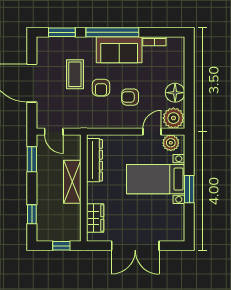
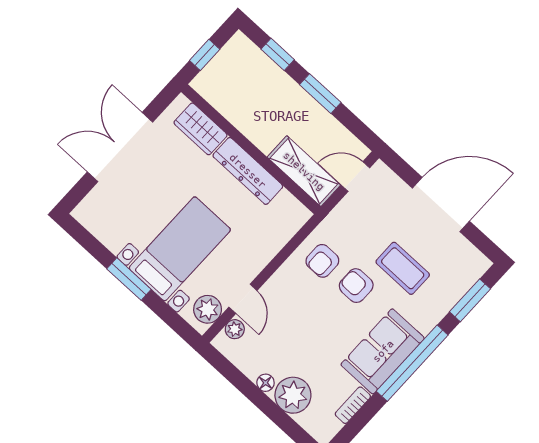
plant: (174, 71) -> (293, 395), added
floor lamp: (175, 93) -> (266, 383), width x0.53, depth x0.53
armchair: (130, 97) -> (322, 261), moved, turned 180
plant: (173, 118) -> (235, 329), width x0.53, depth x0.53
window: (32, 159) -> (320, 94), moved
dresser: (95, 160) -> (248, 171), moved
shelving: (72, 182) -> (304, 171), moved

